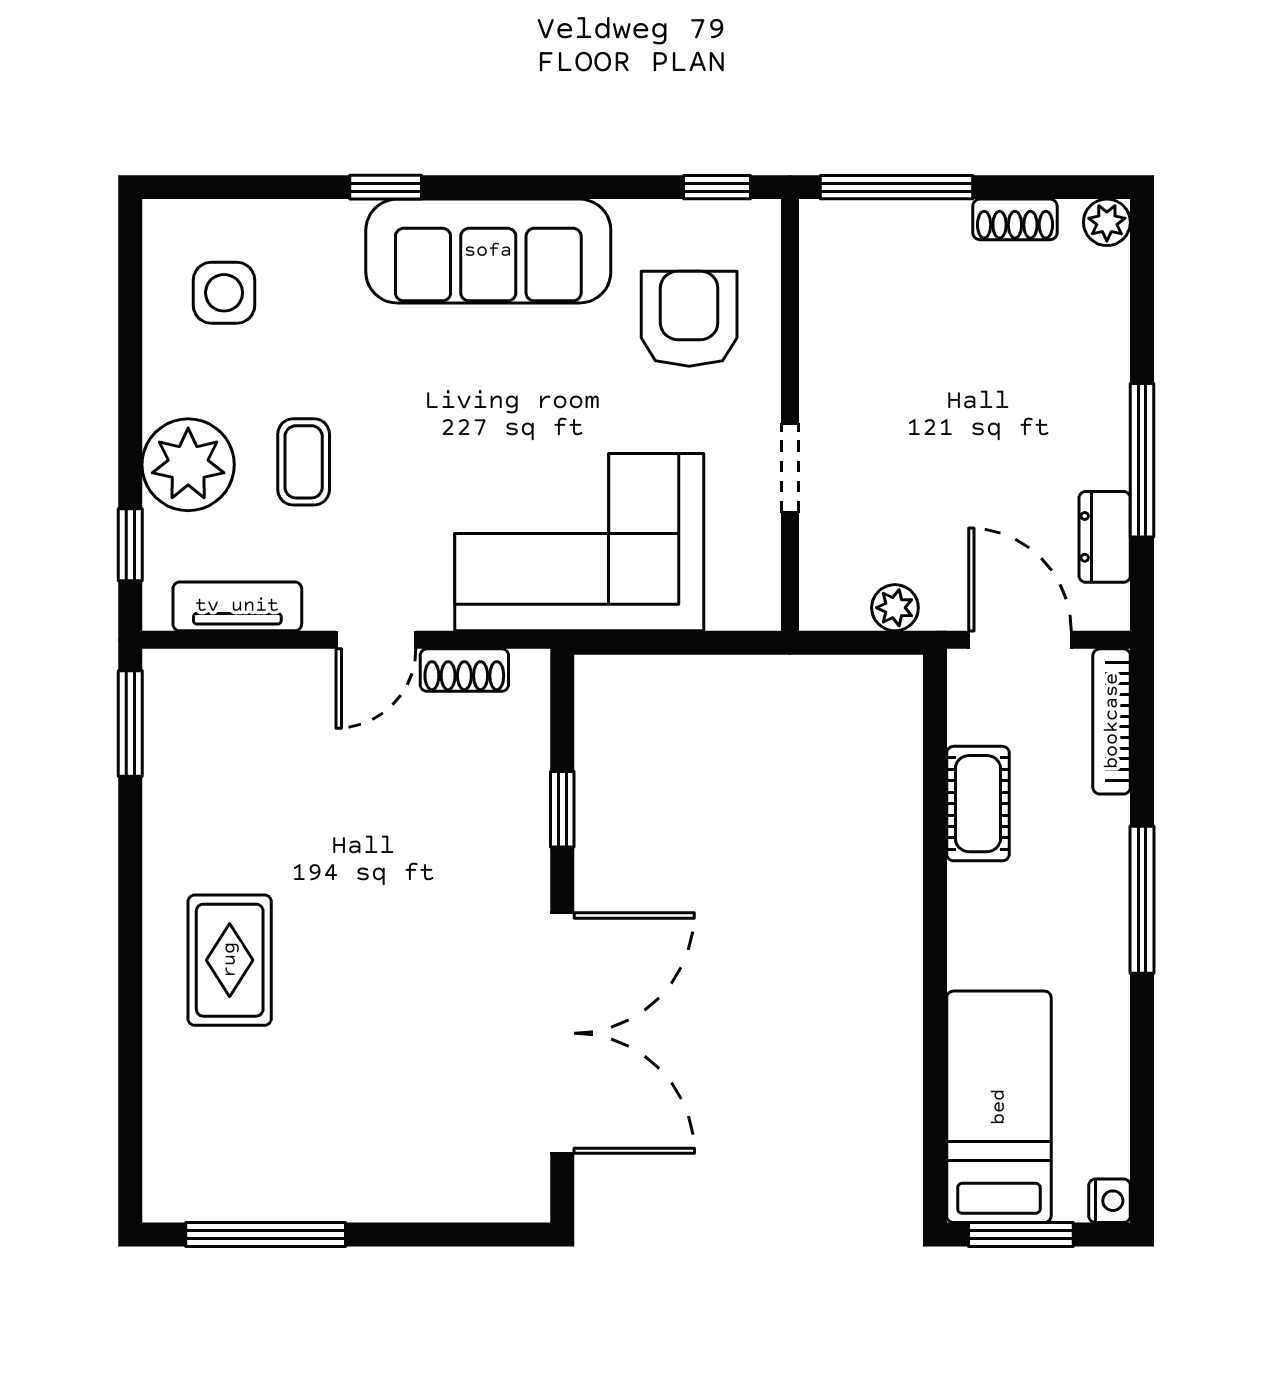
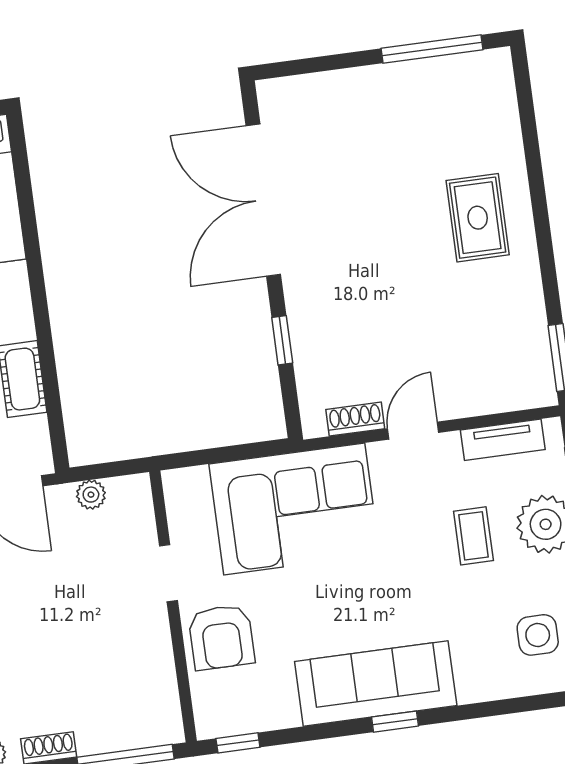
window: (386, 187) -> (395, 722), moved
armchair: (689, 319) -> (221, 637), moved

